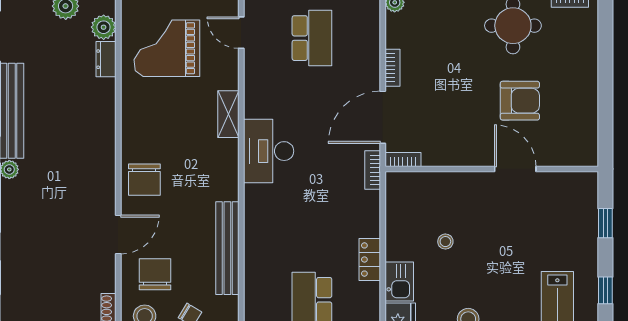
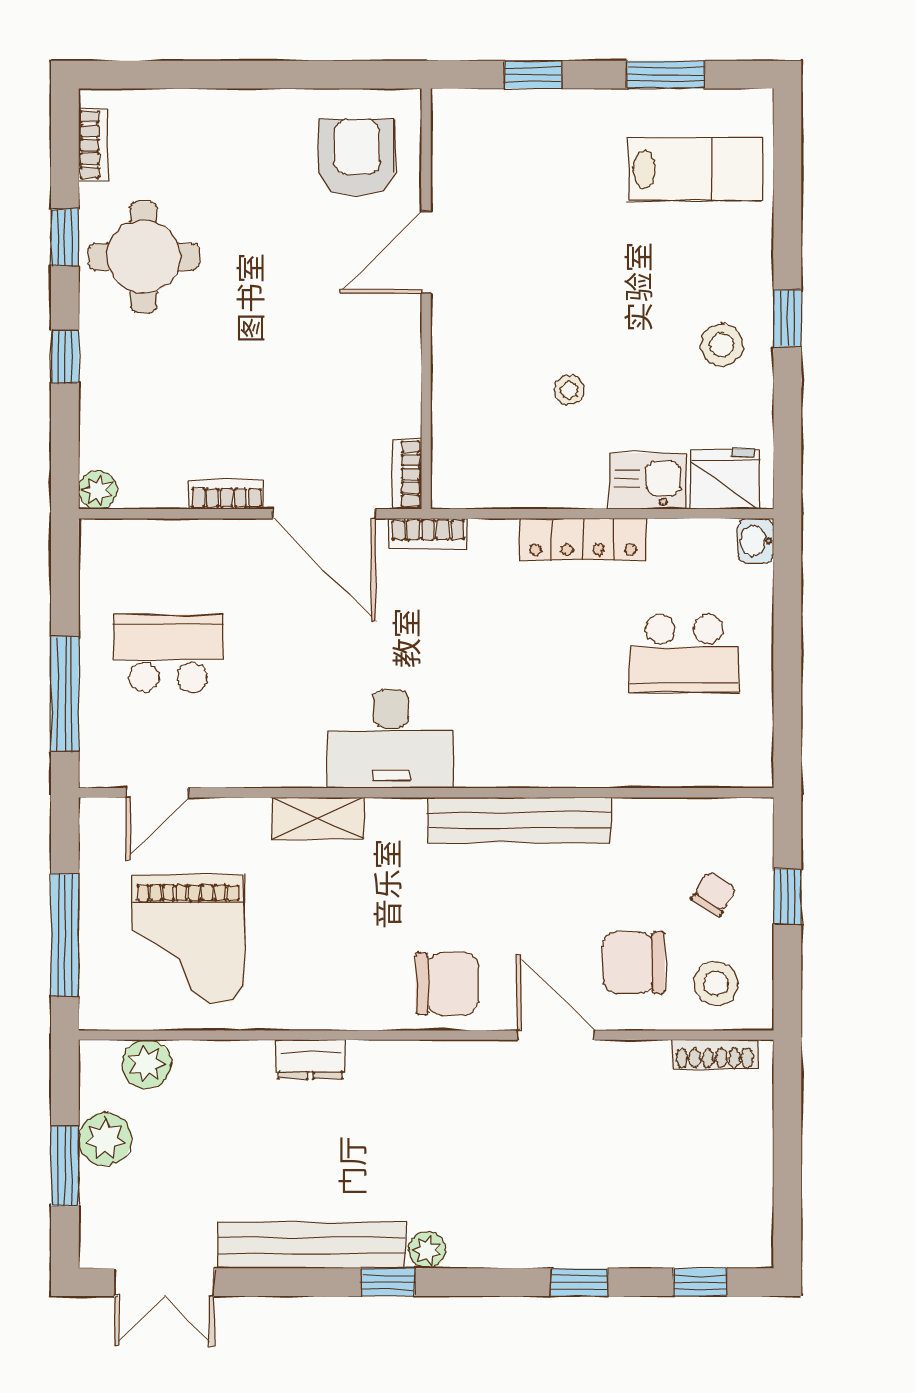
dresser: (106, 59) -> (310, 1059), moved
armchair: (520, 101) -> (357, 157), moved
bench: (227, 248) -> (520, 820), moved
locker: (370, 259) -> (583, 539), width x1.53
window: (605, 290) -> (666, 75), width x1.50

